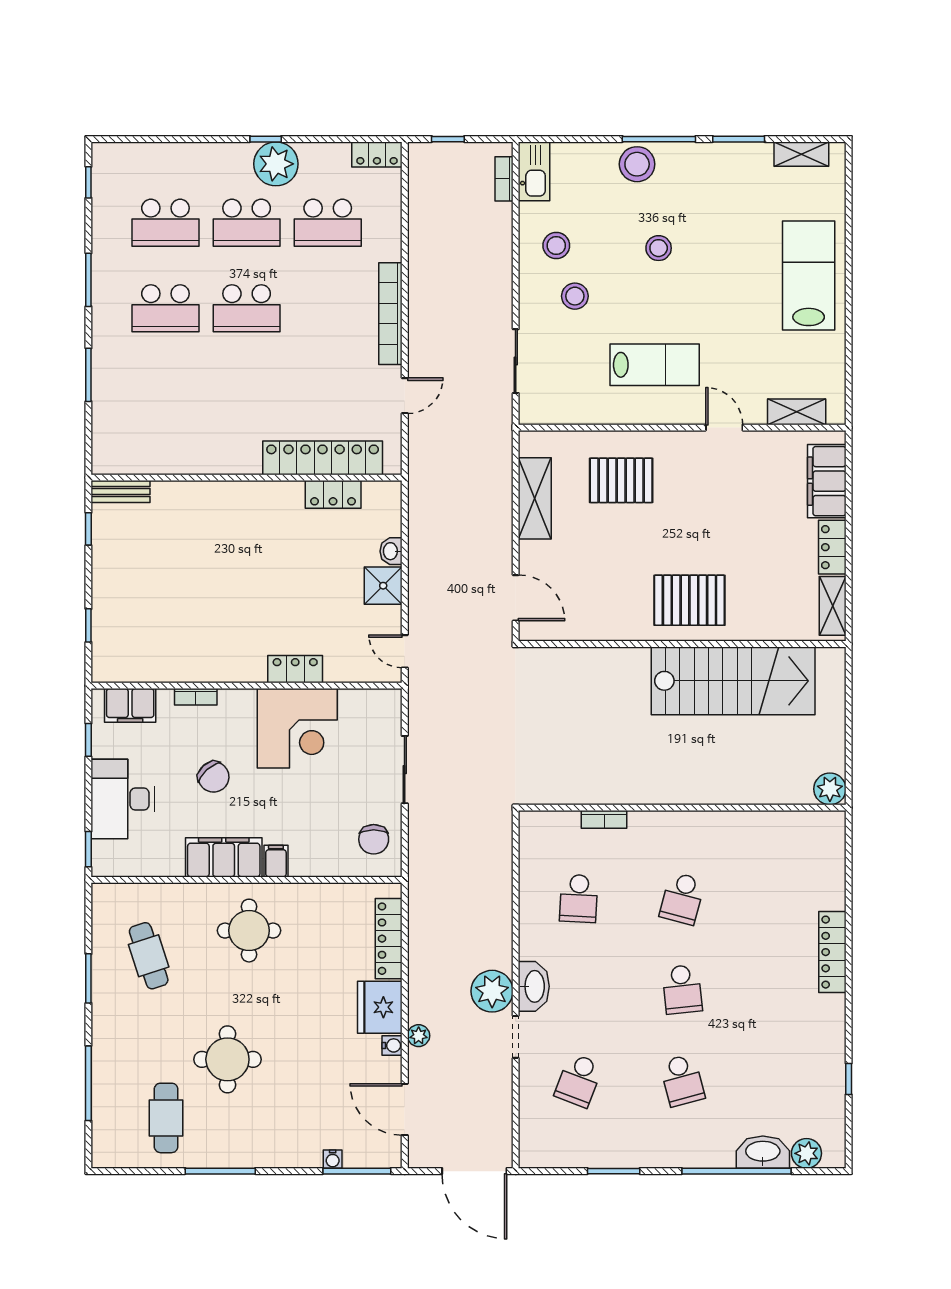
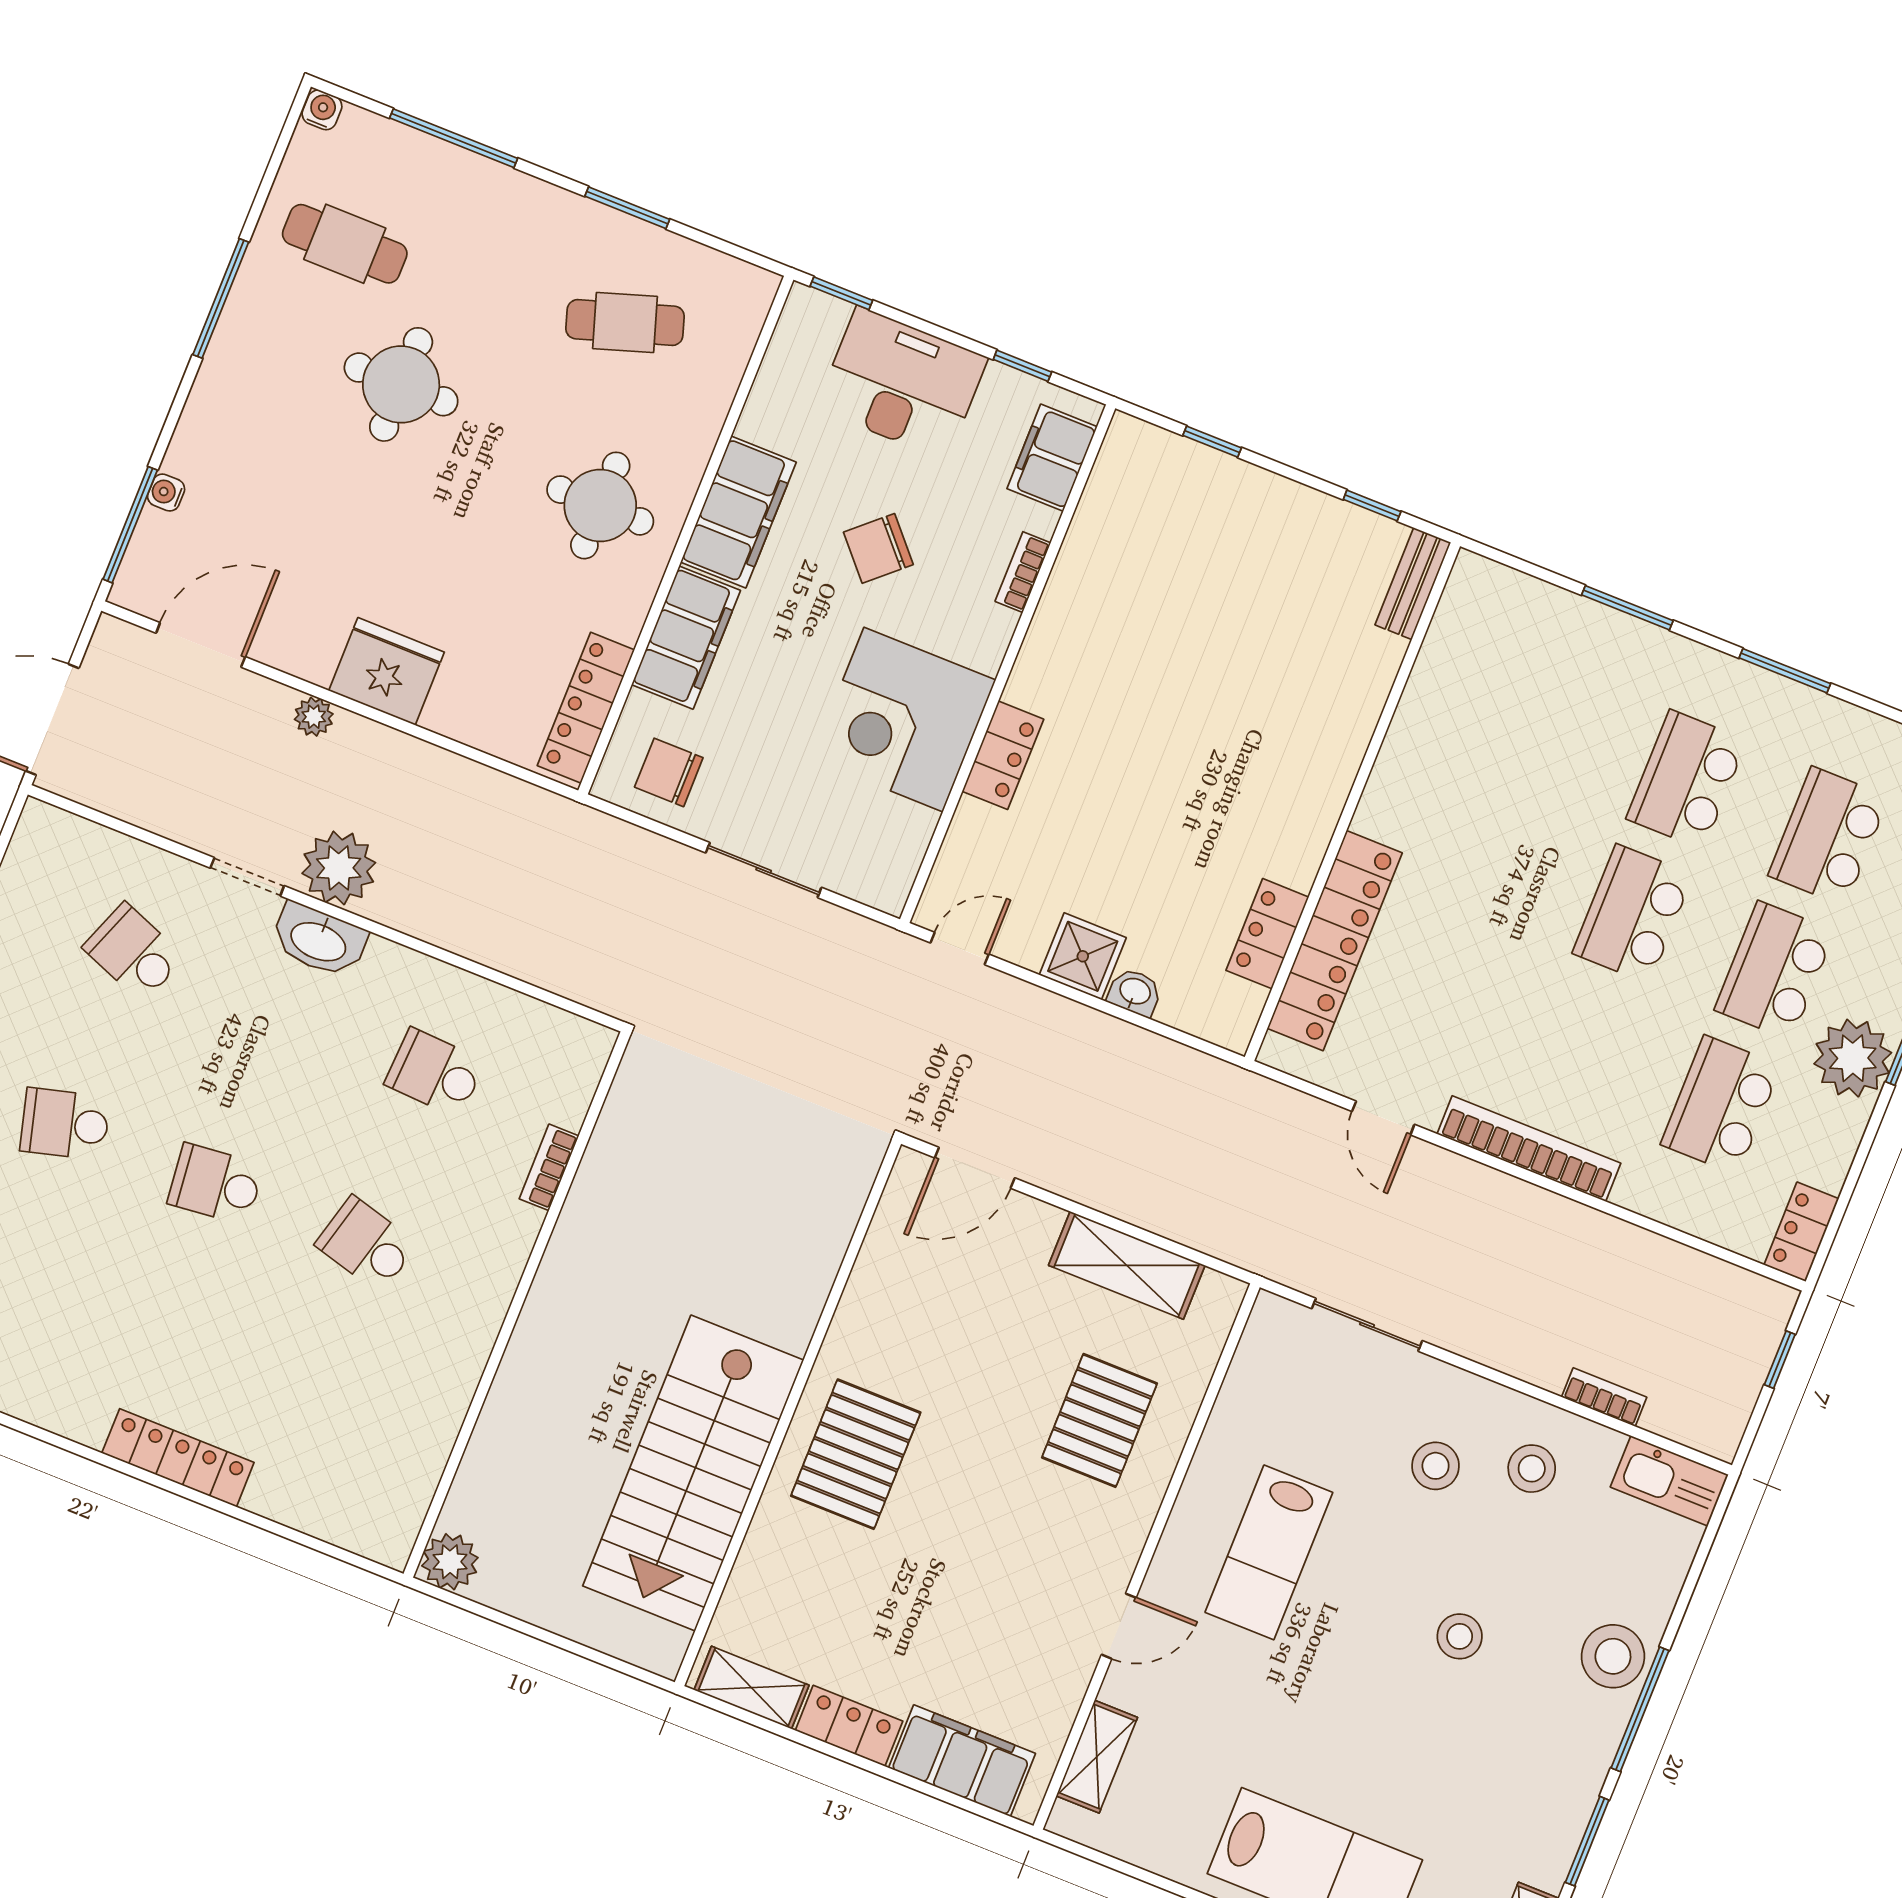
bookcase: (504, 179) -> (1604, 1397), moved
filing cabinet: (276, 861) -> (686, 638), width x3.00, depth x1.17
locker: (389, 939) -> (586, 708), moved, turned -90
water cooler: (392, 1045) -> (322, 110), moved, turned 180

